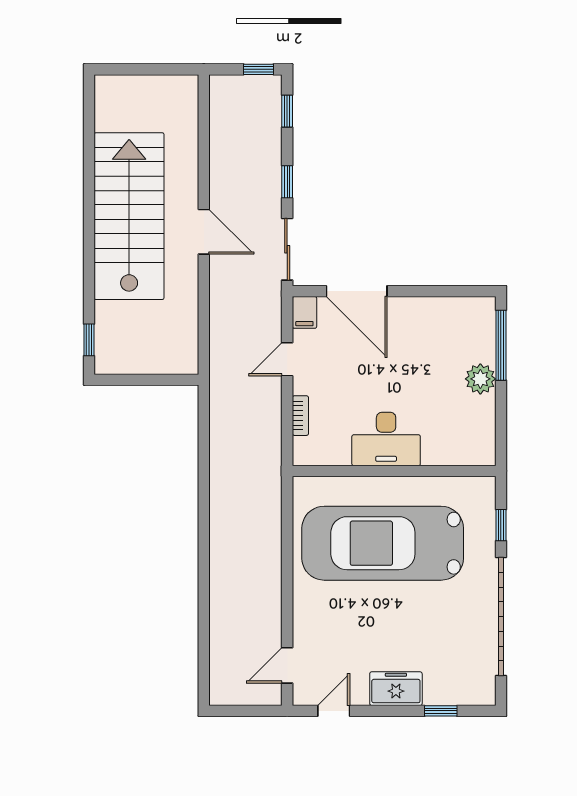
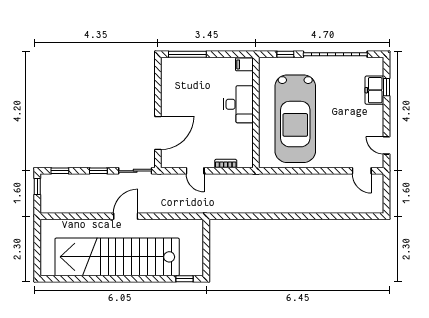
stairs: (129, 216) -> (117, 257), width x1.36
filing cabinet: (304, 312) -> (244, 64), moved, turned 180
plant: (480, 379) -> (206, 66), removed
desk: (386, 439) -> (238, 104), moved
freezer: (396, 689) -> (374, 90), moved

